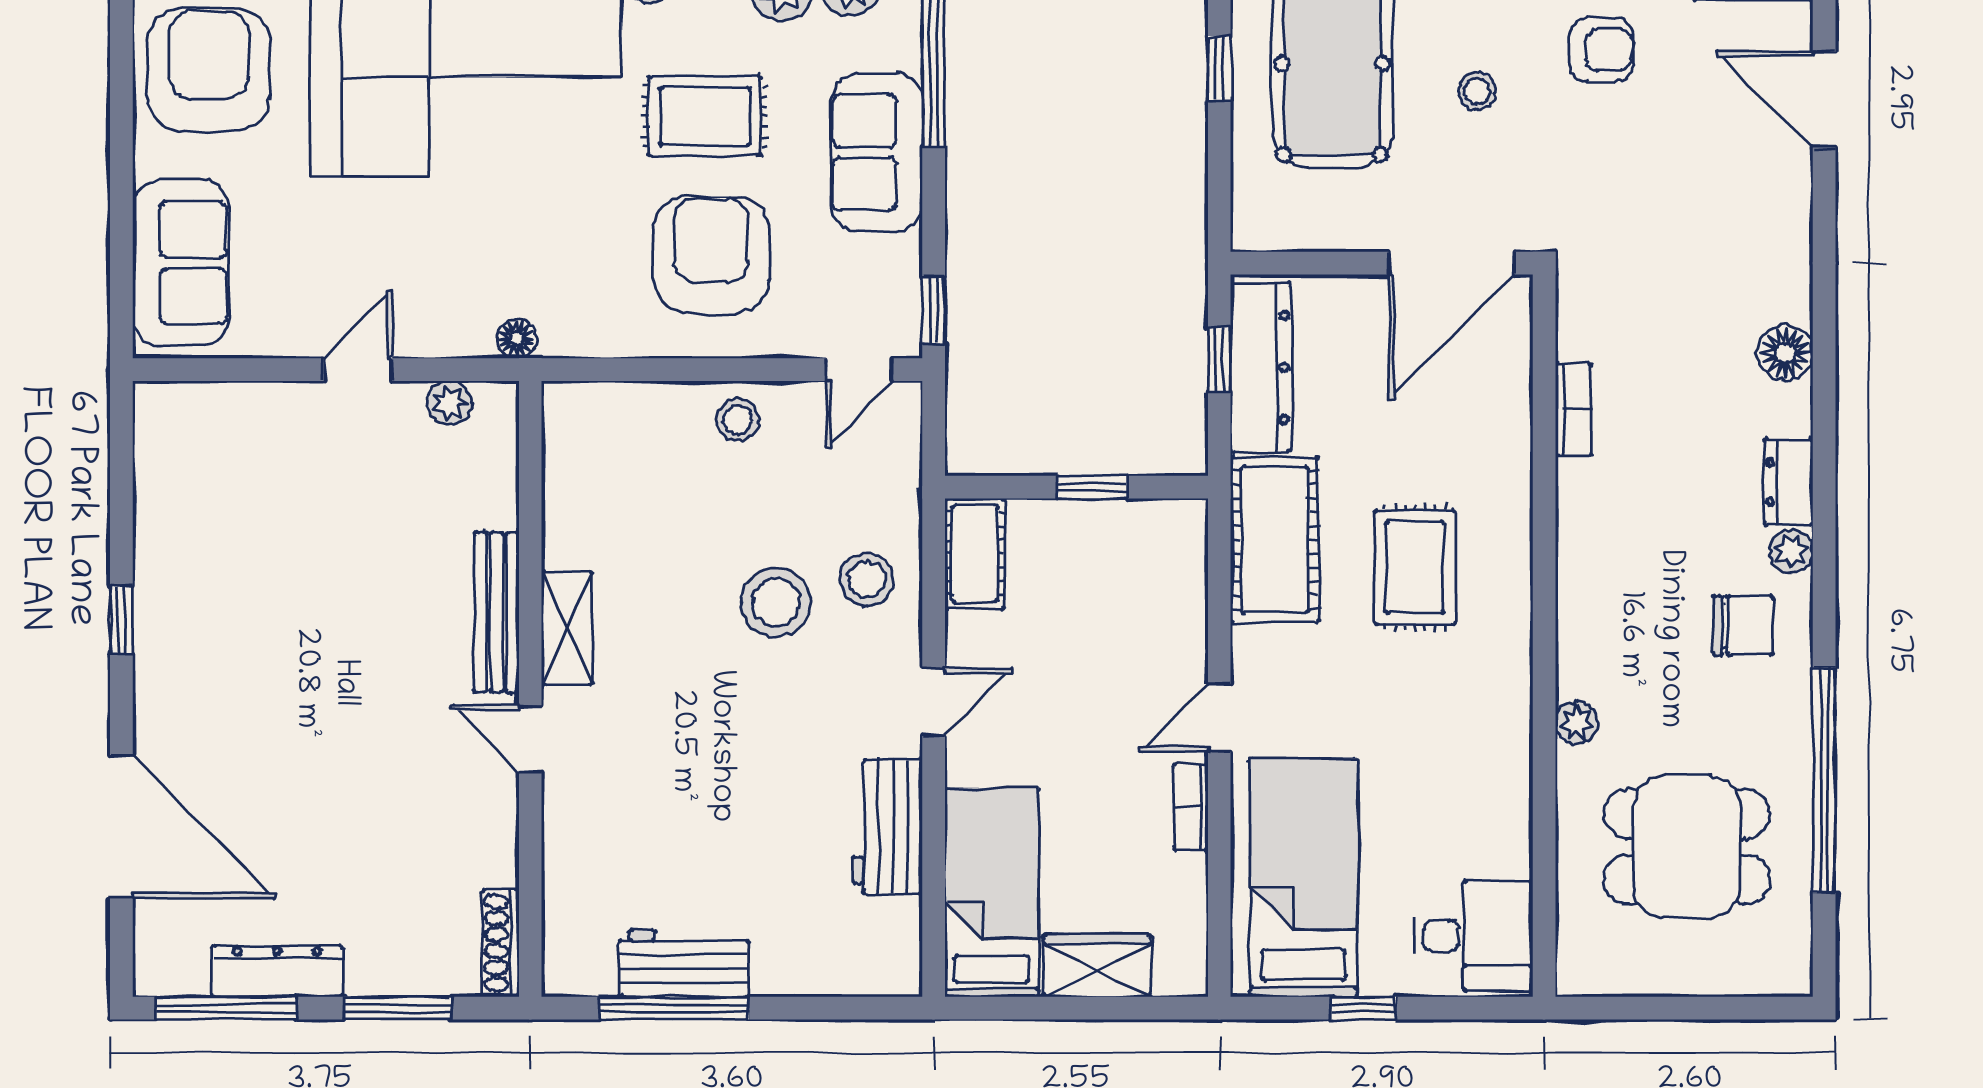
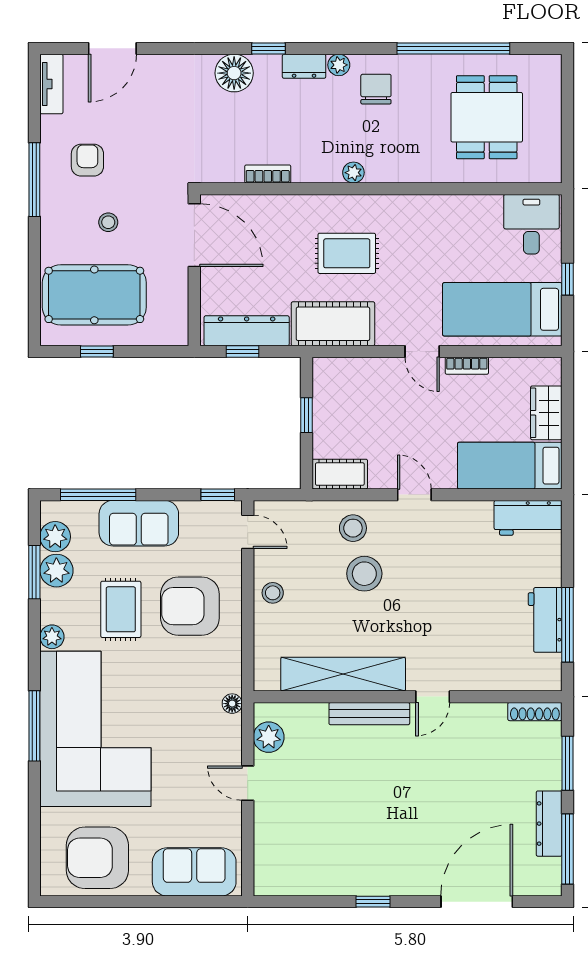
floor lamp: (1785, 353) -> (234, 73), width x1.38, depth x1.38
plant: (450, 403) -> (269, 737), width x1.38, depth x1.38
window: (1824, 411) -> (269, 48), added
shelving: (567, 628) -> (343, 674), width x2.20, depth x1.33
plant: (1576, 723) -> (353, 173), moved
workbench: (887, 827) -> (528, 518), moved

